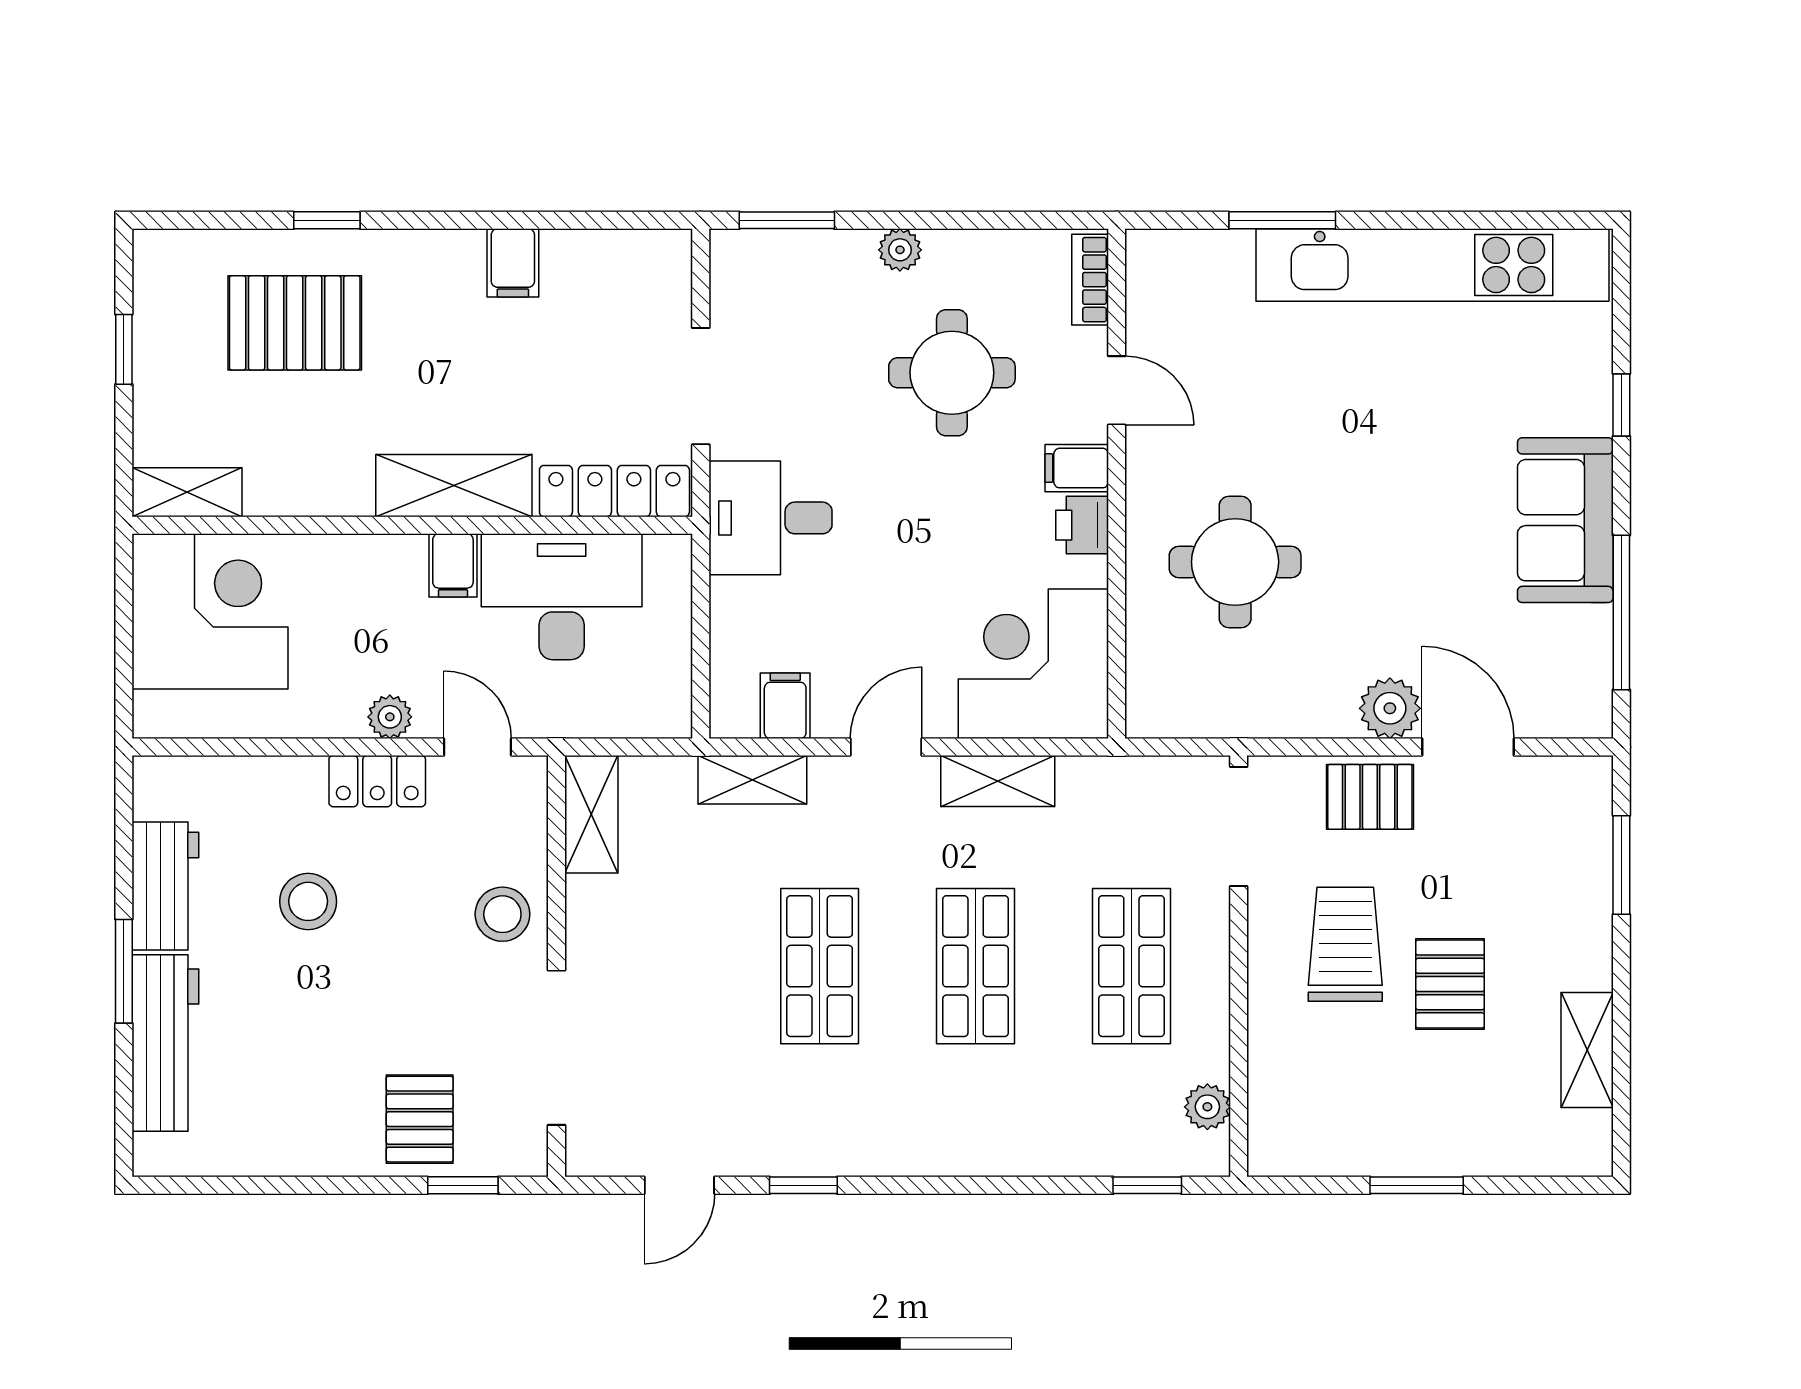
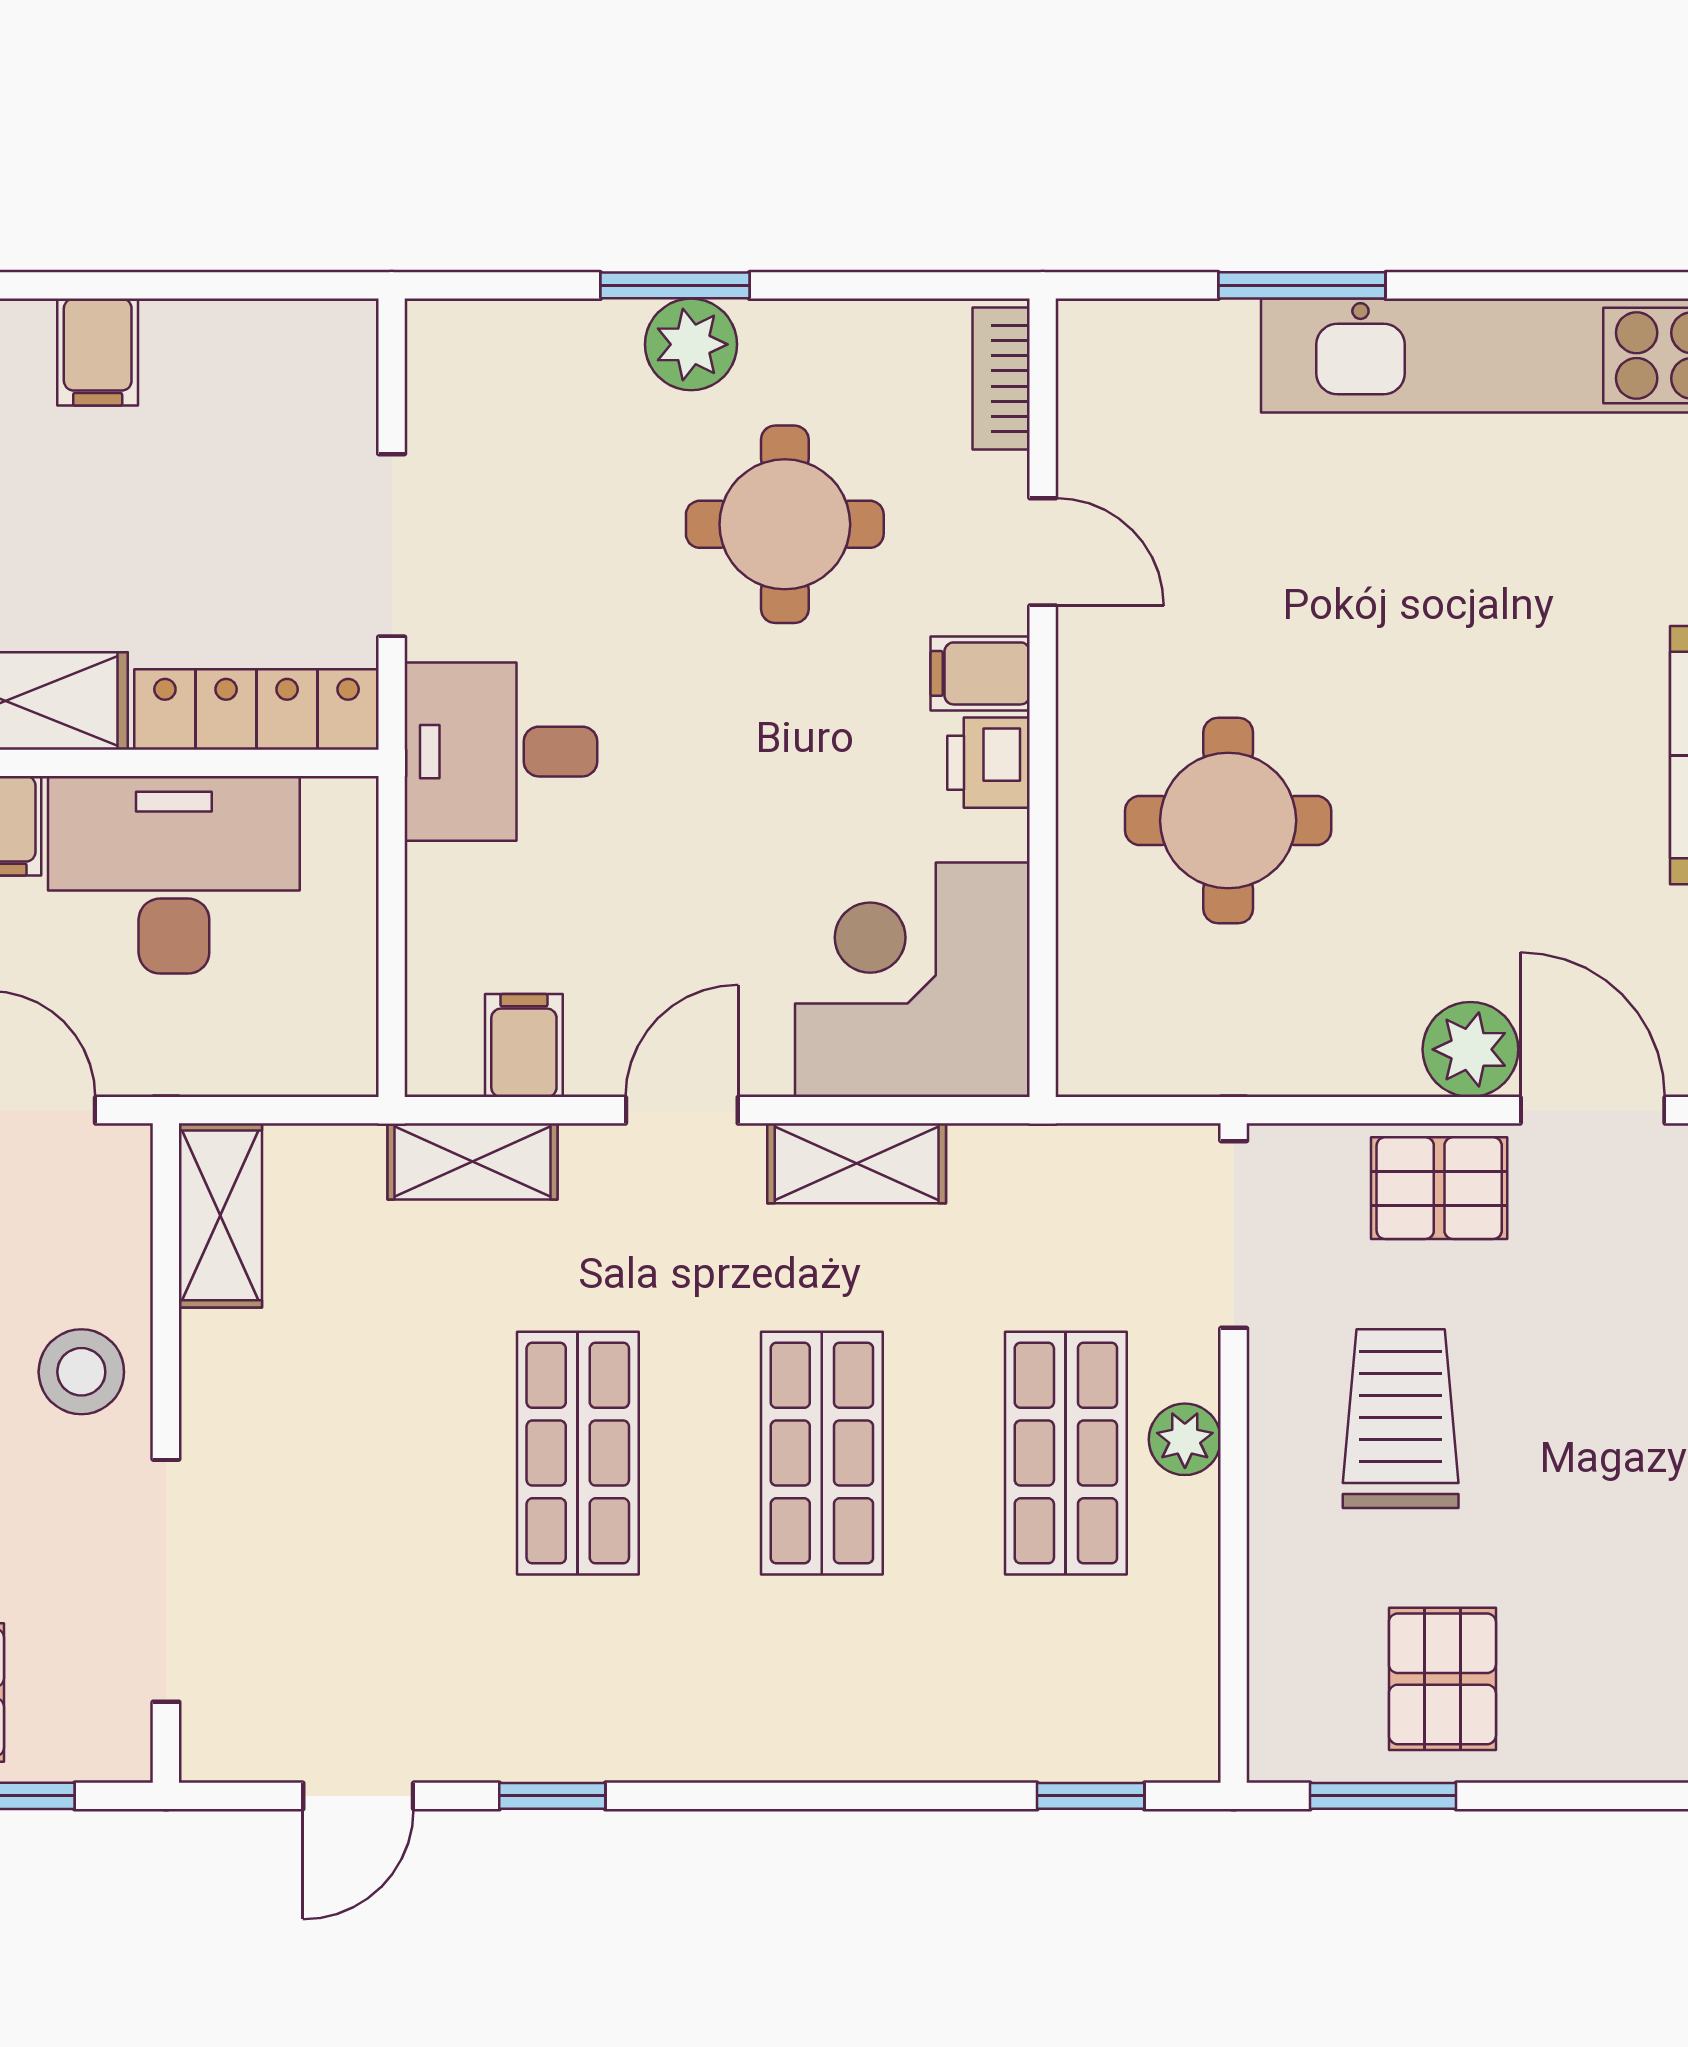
window: (787, 220) -> (675, 285), moved
plant: (900, 250) -> (691, 344), width x1.38, depth x1.38
pallet: (1450, 984) -> (1442, 1679), moved
plant: (1207, 1107) -> (1185, 1439), moved
window: (1417, 1185) -> (1383, 1796), moved

